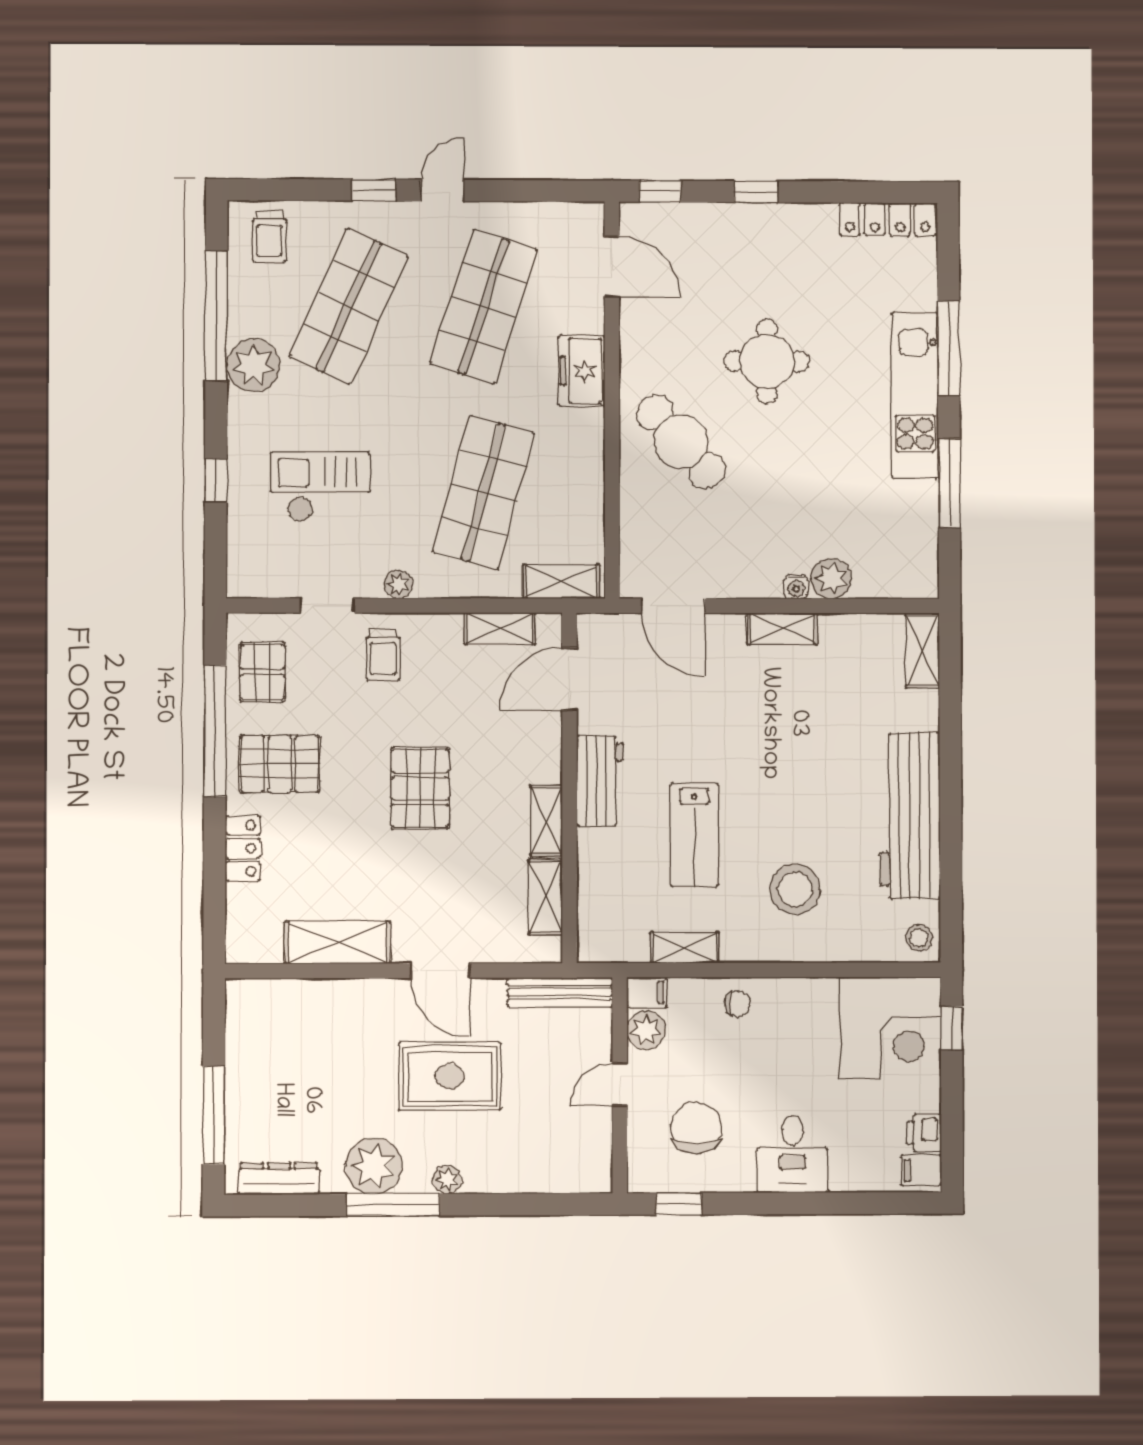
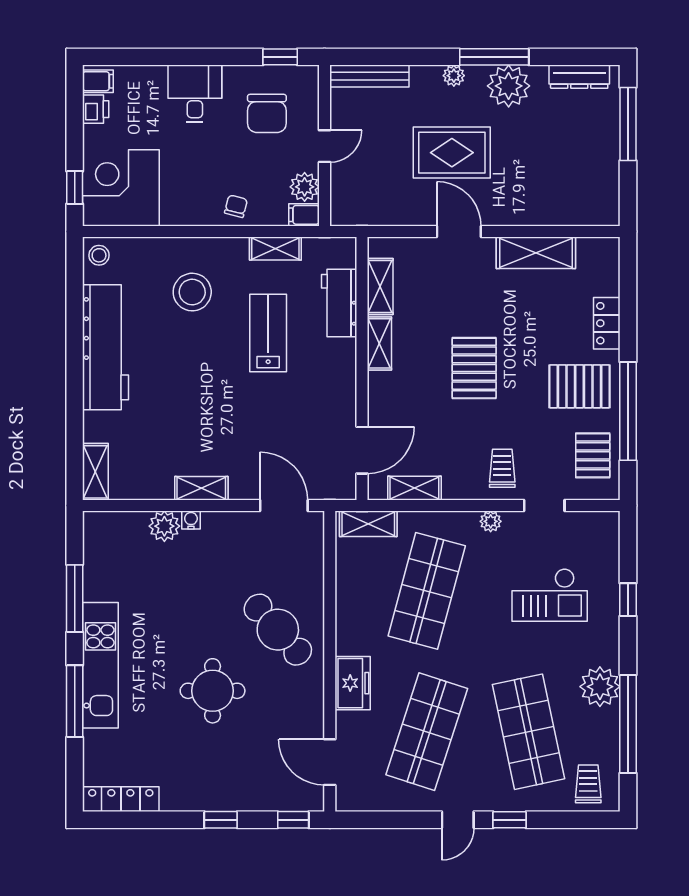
shop shelf: (349, 306) -> (528, 732), turned -36
workbench: (600, 781) -> (339, 303), moved
bench: (560, 992) -> (369, 76), moved
chair: (737, 1004) -> (236, 206), turned 104

